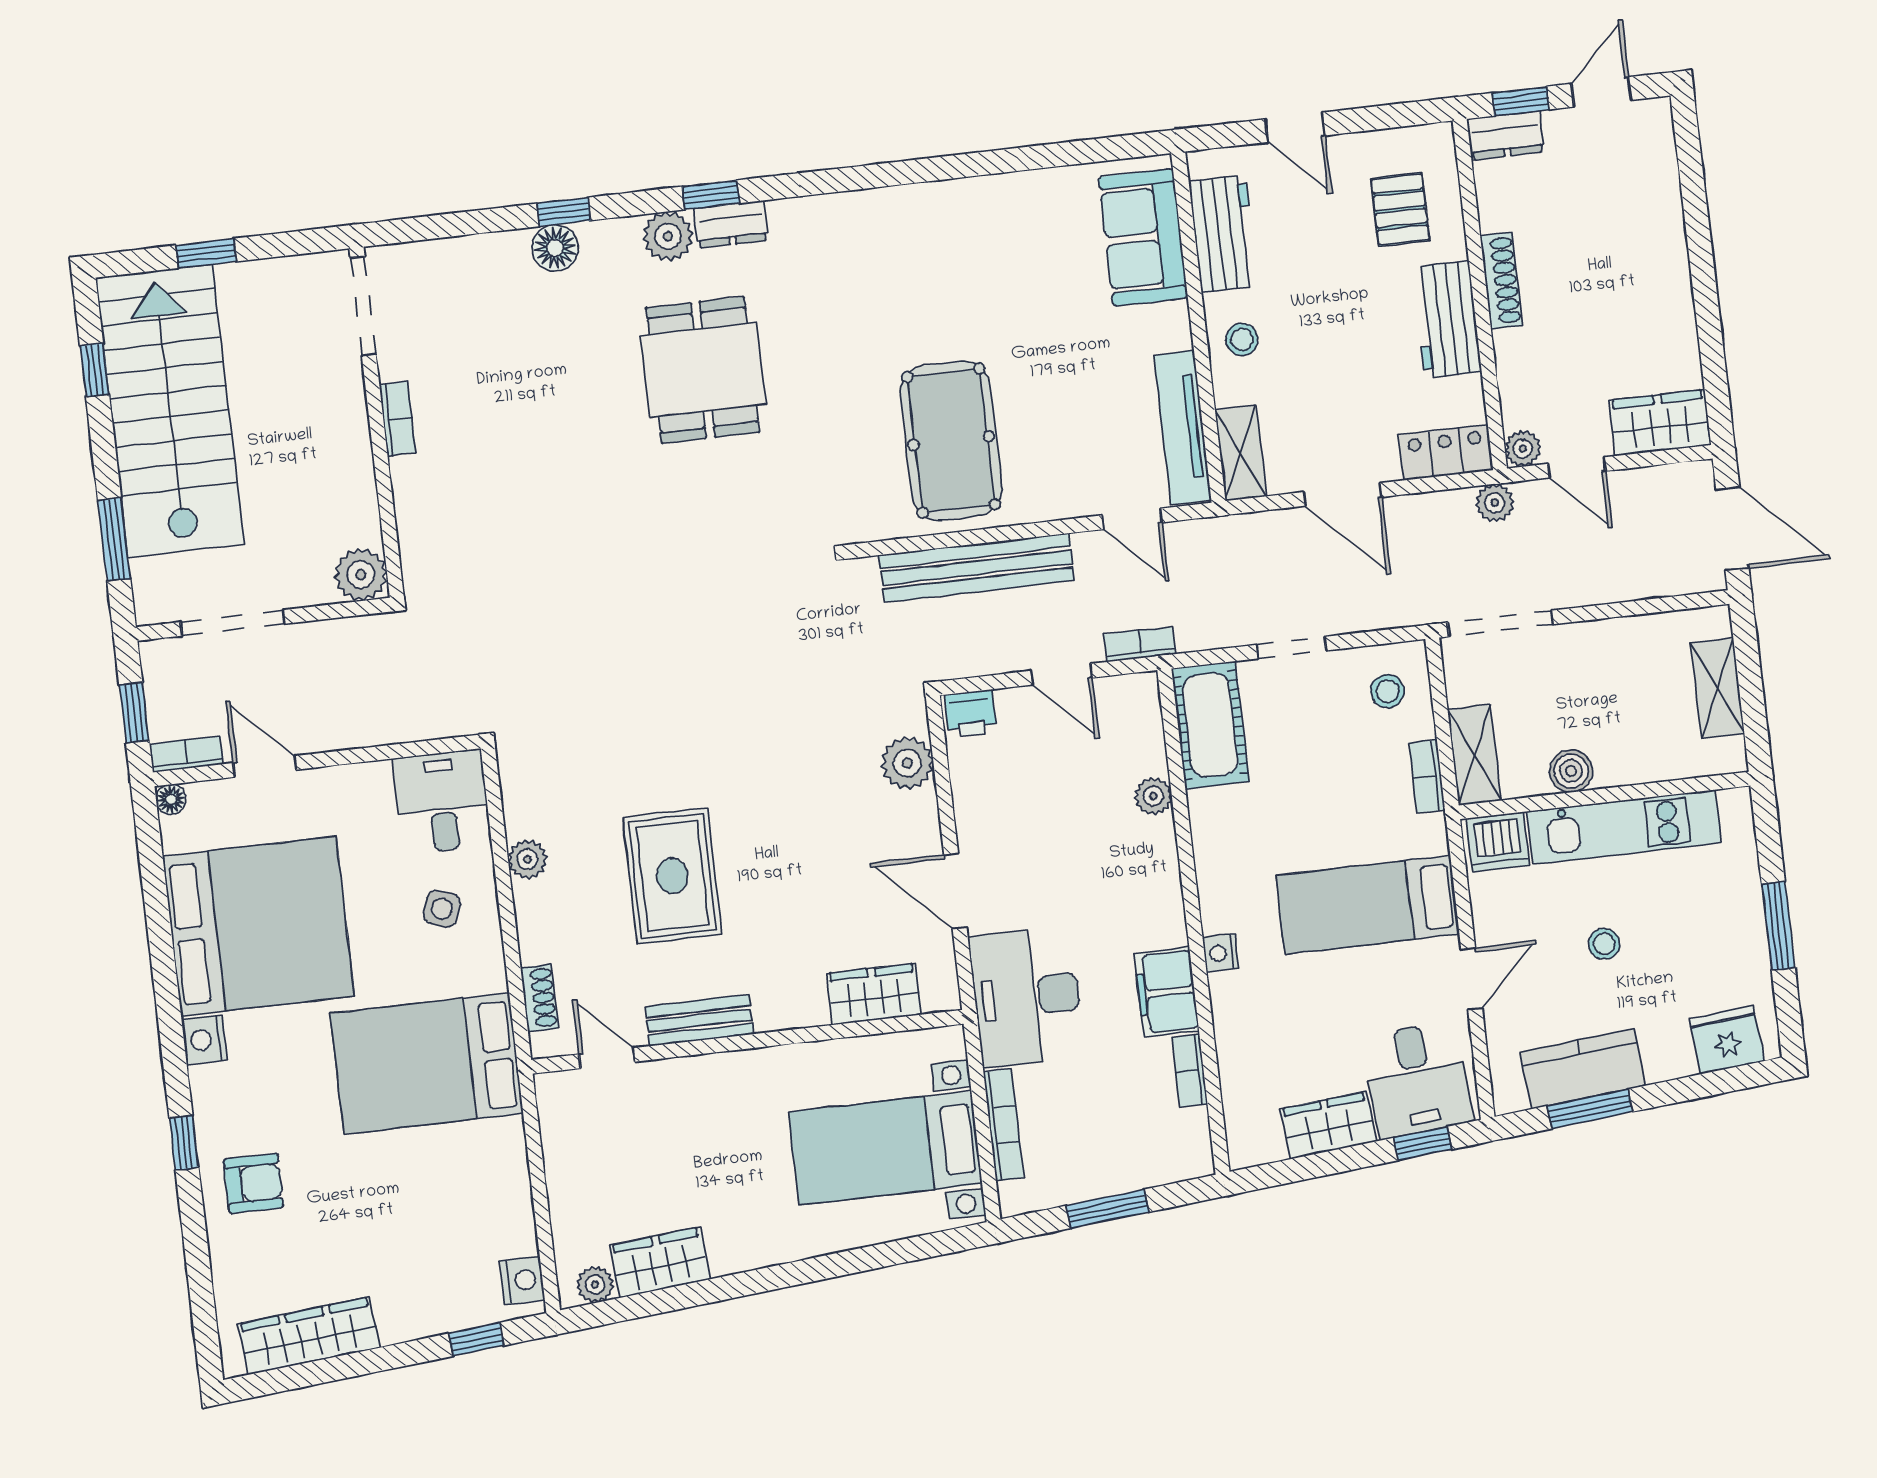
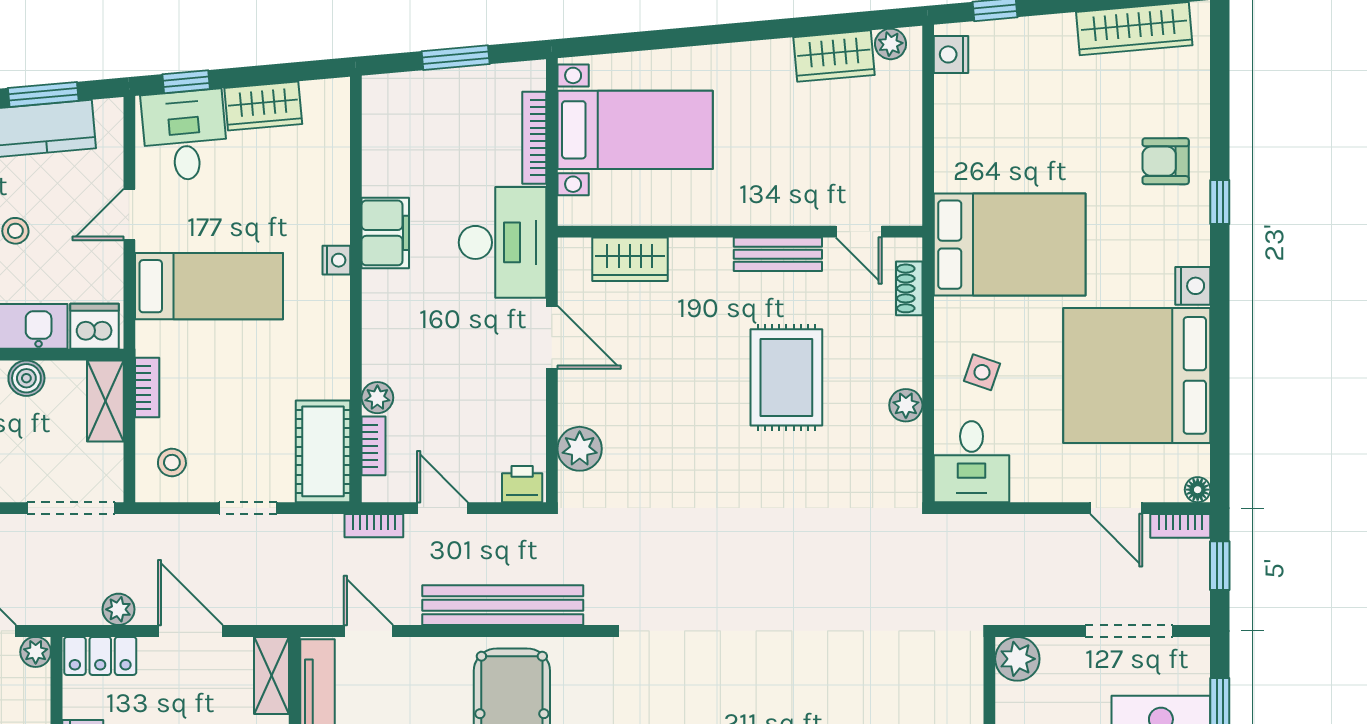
plant: (1495, 503) -> (118, 609), moved
bookcase: (1190, 1071) -> (374, 446), moved

